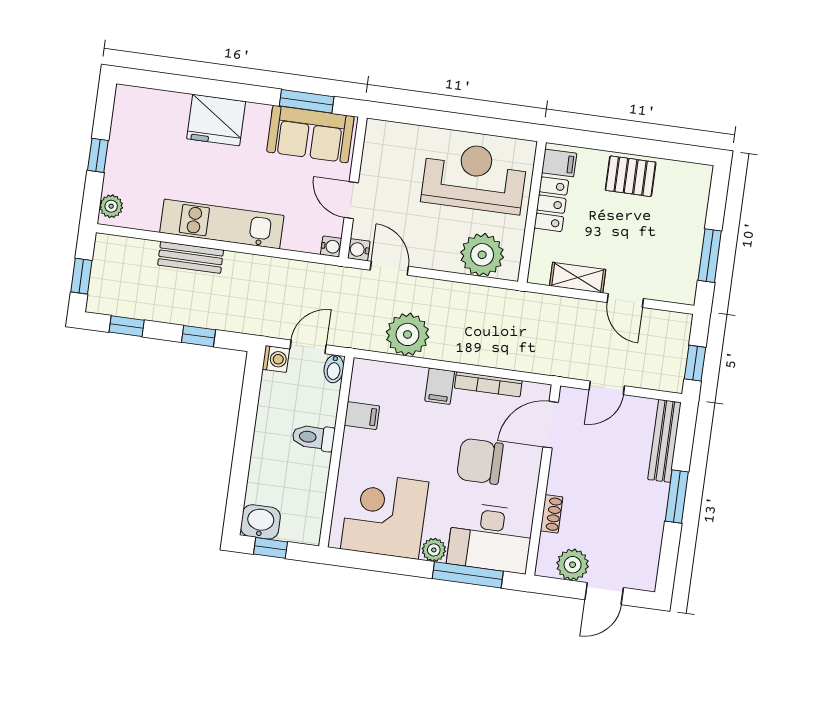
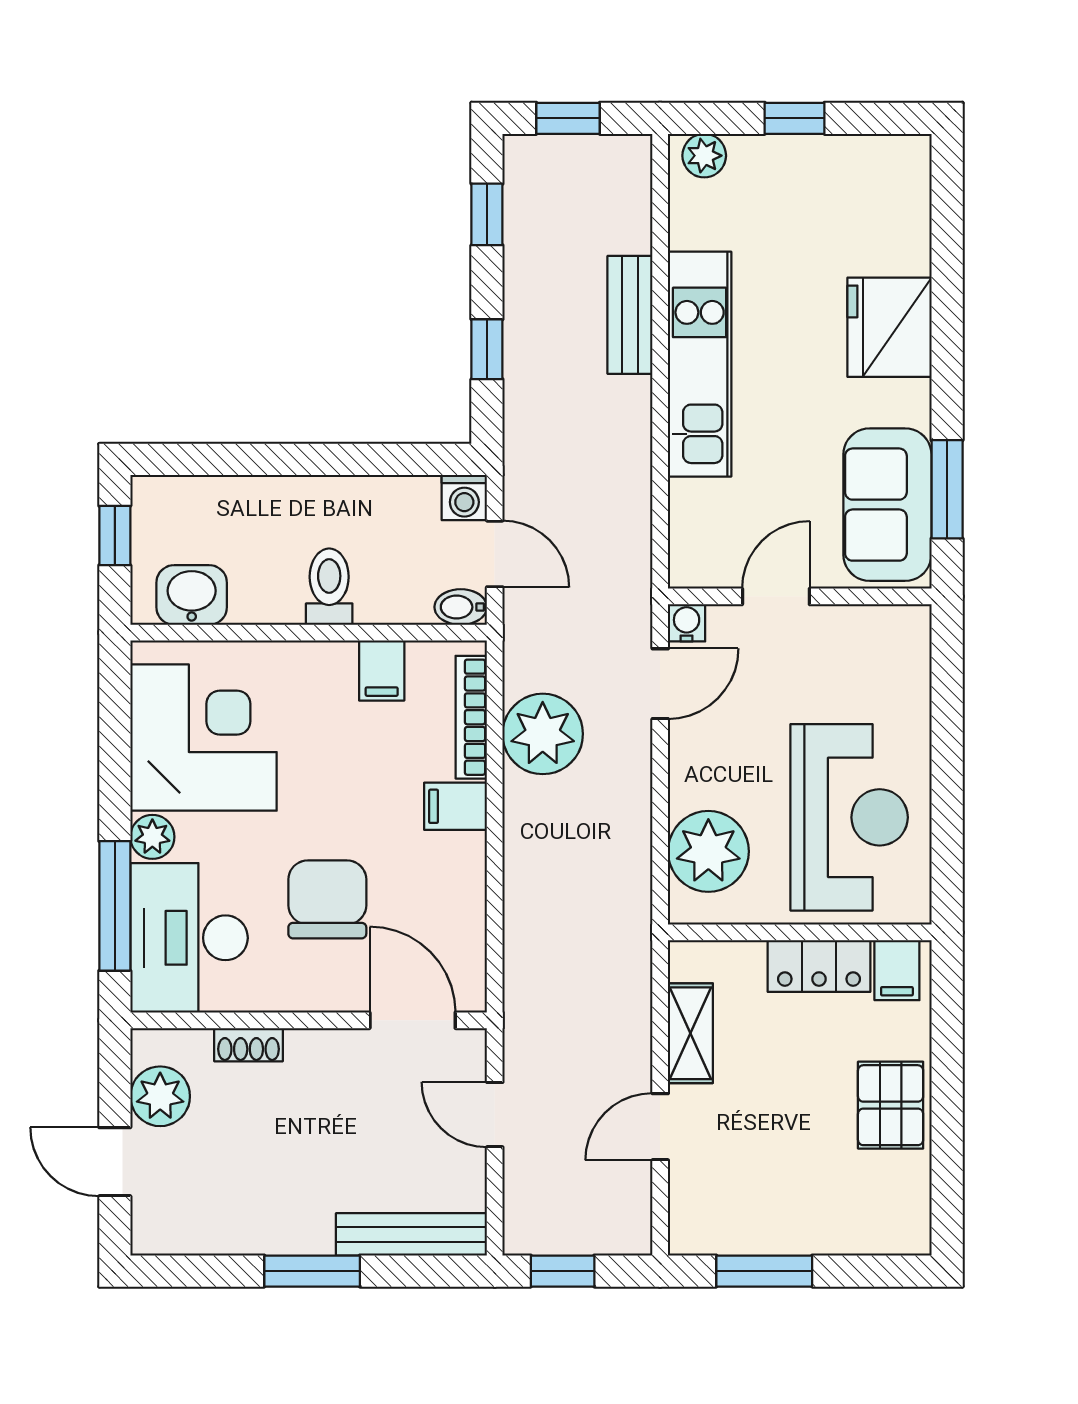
water cooler: (331, 246) -> (686, 571), removed
bookcase: (488, 384) -> (471, 717), moved
washbasin: (260, 522) -> (192, 595), moved, turned -90

